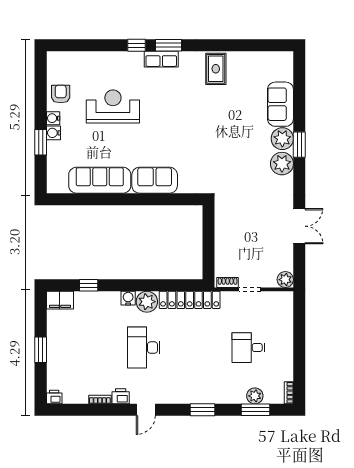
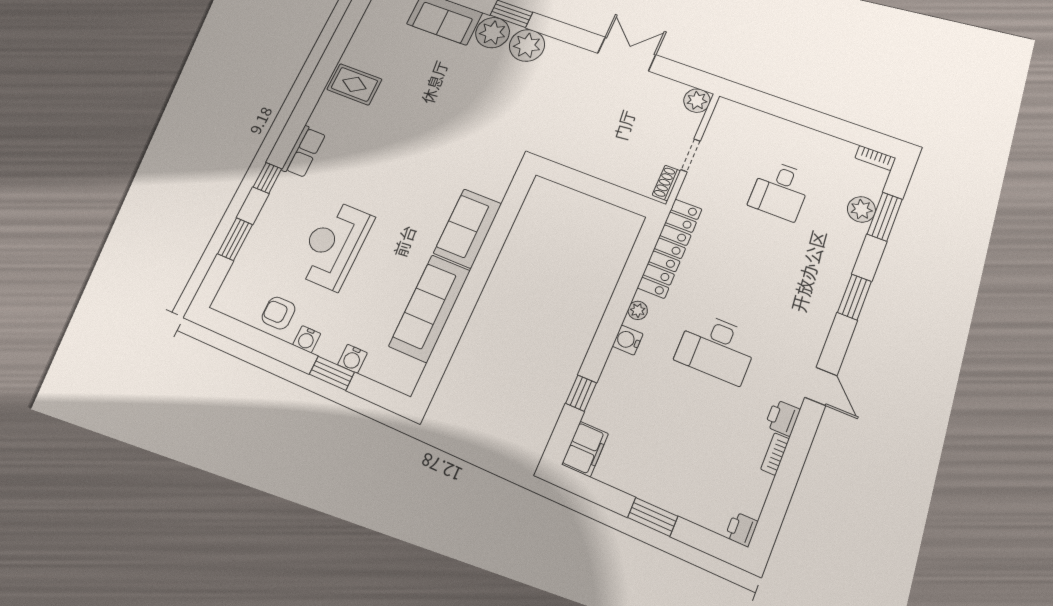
window: (169, 45) -> (235, 239), moved
water cooler: (53, 133) -> (352, 359), moved
plant: (147, 302) -> (638, 310), width x0.53, depth x0.53

